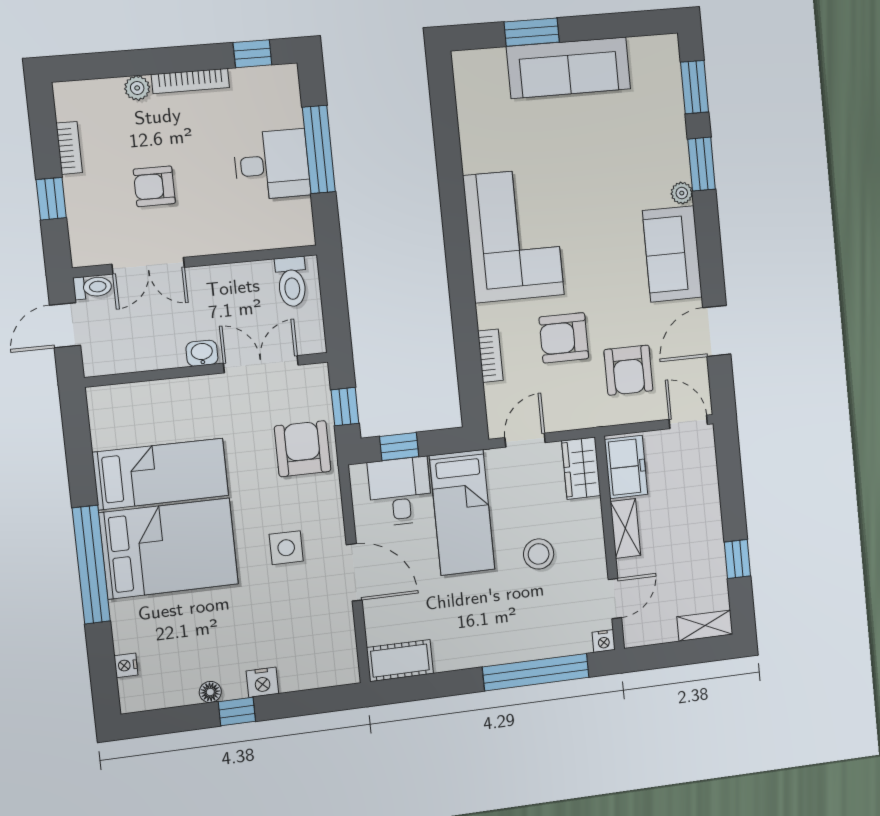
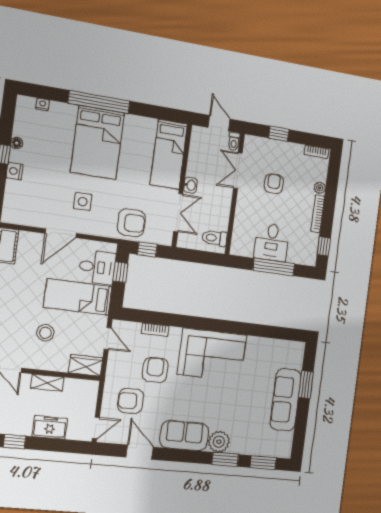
bookcase: (69, 148) -> (316, 152), moved
plant: (682, 193) -> (219, 442), width x1.88, depth x1.88
freezer: (626, 467) -> (50, 427), moved, turned 180
bed: (161, 474) -> (169, 154), moved

